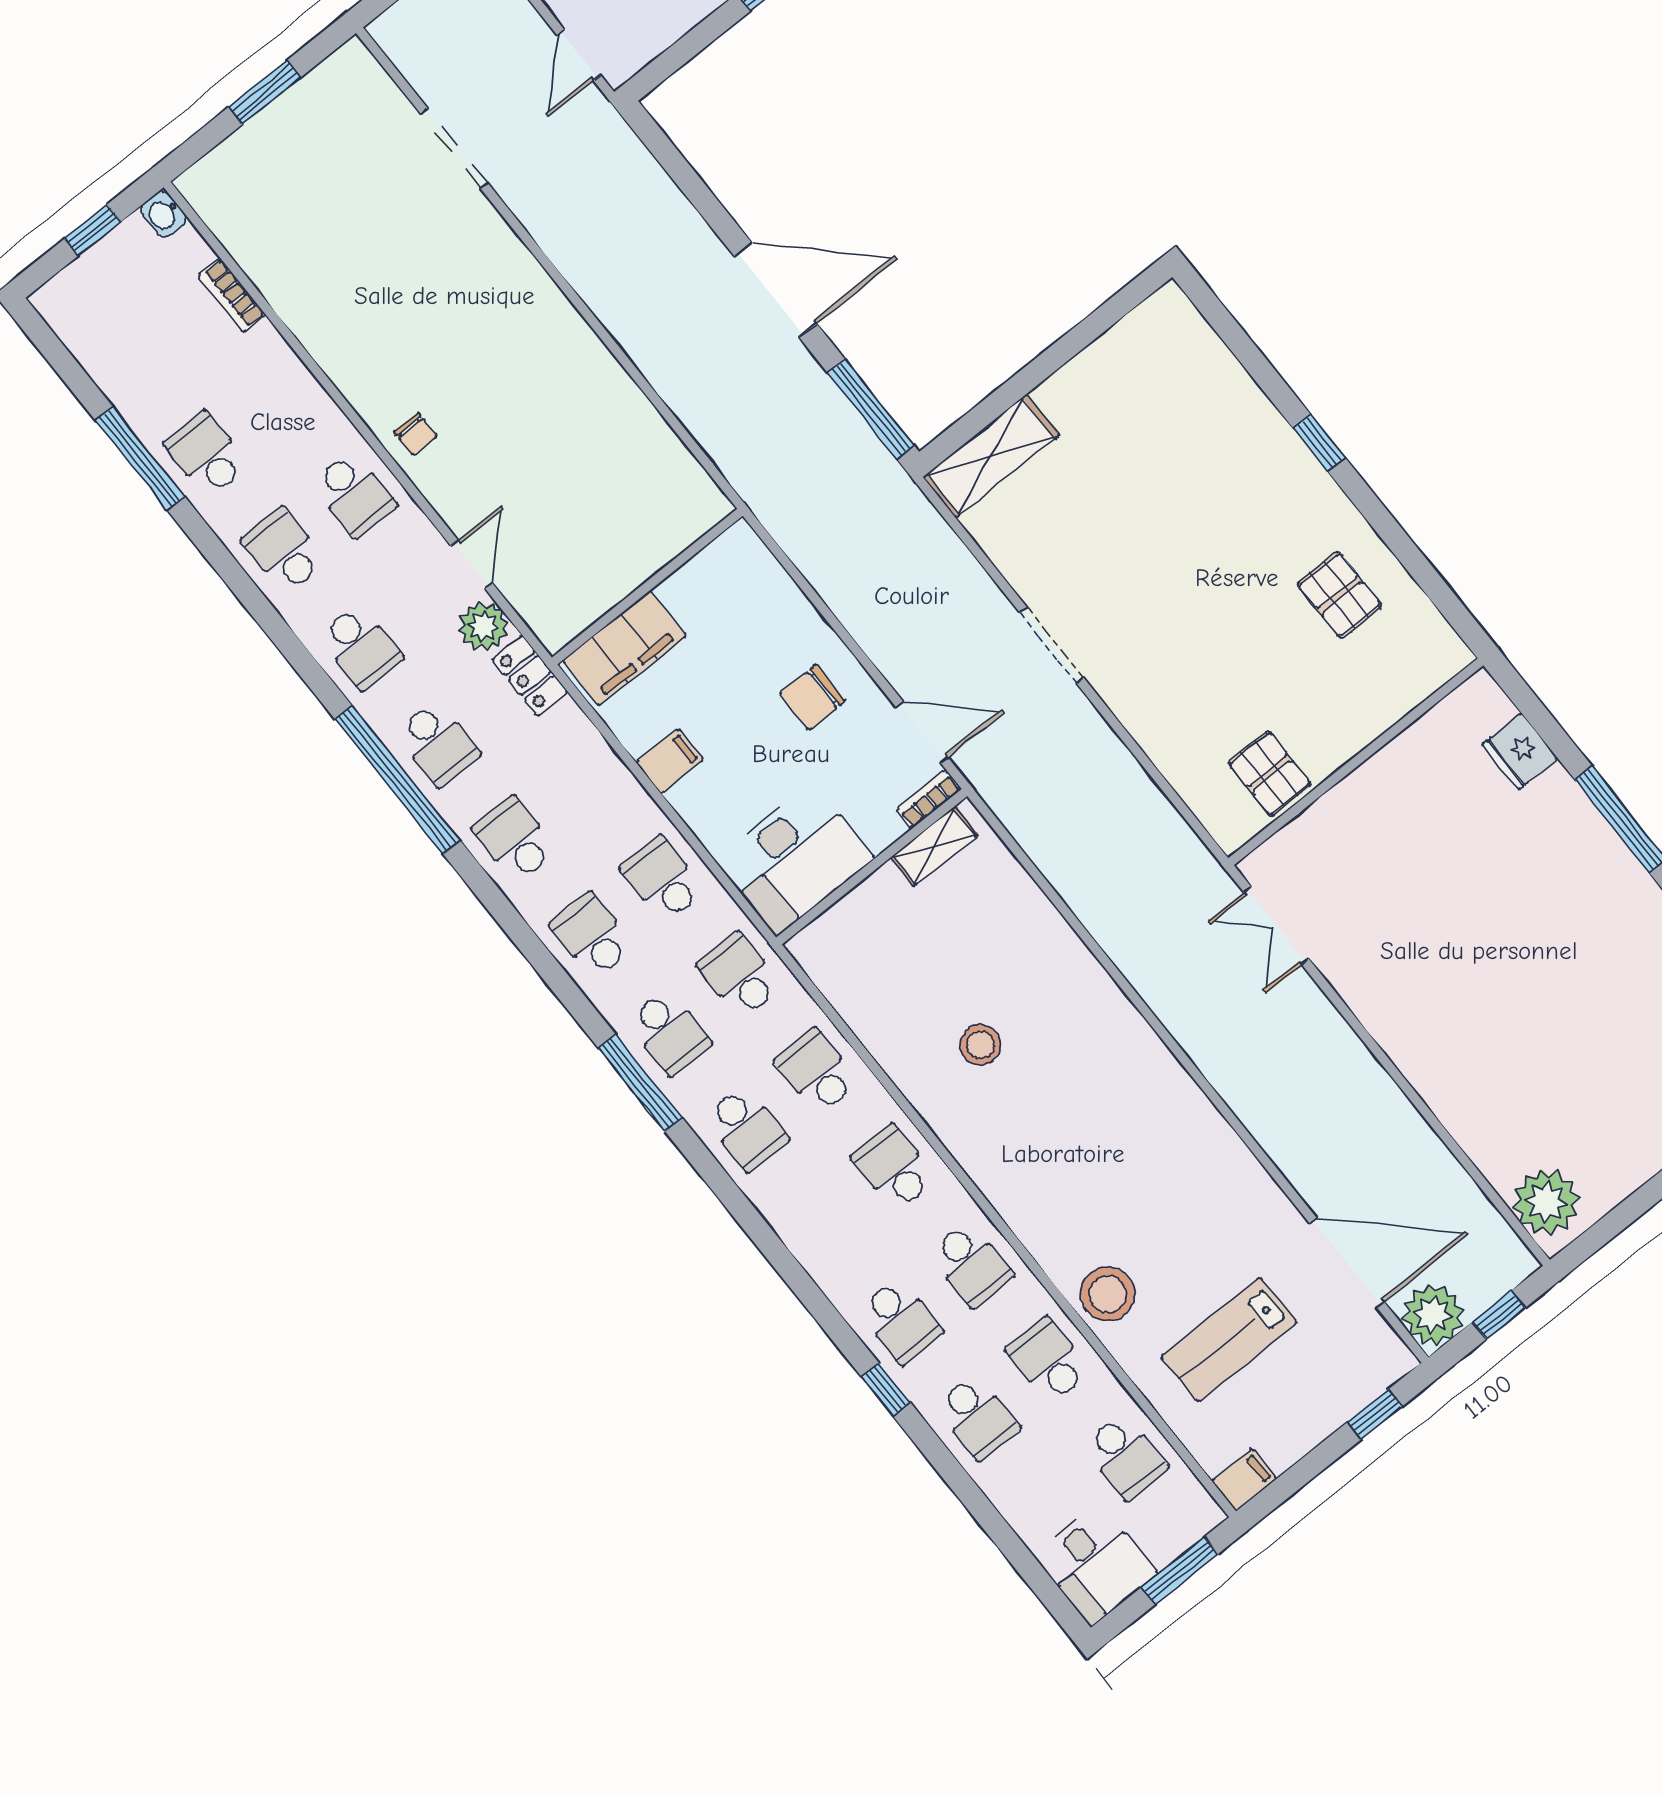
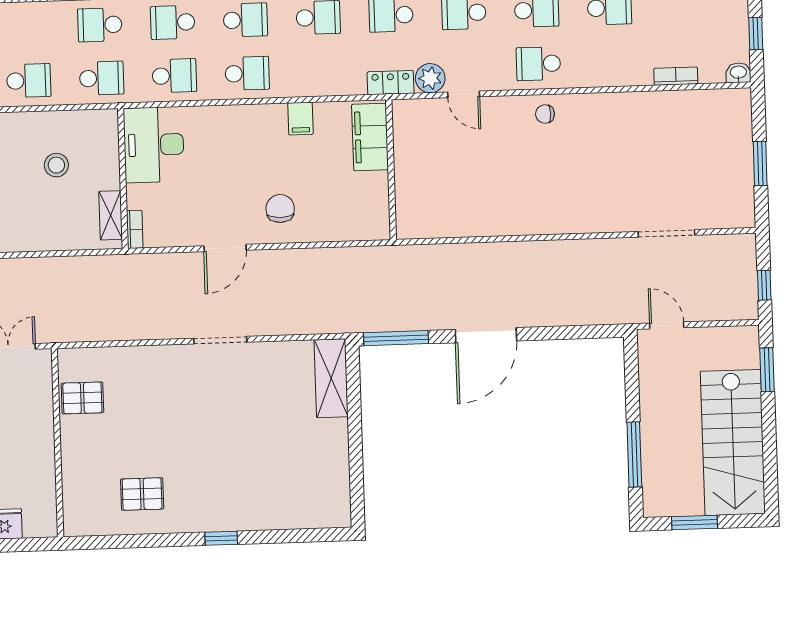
bookcase: (929, 799) -> (135, 229), moved
shelving: (934, 846) -> (111, 215), moved
desk: (795, 859) -> (154, 145), moved
wall: (872, 867) -> (123, 179), moved

